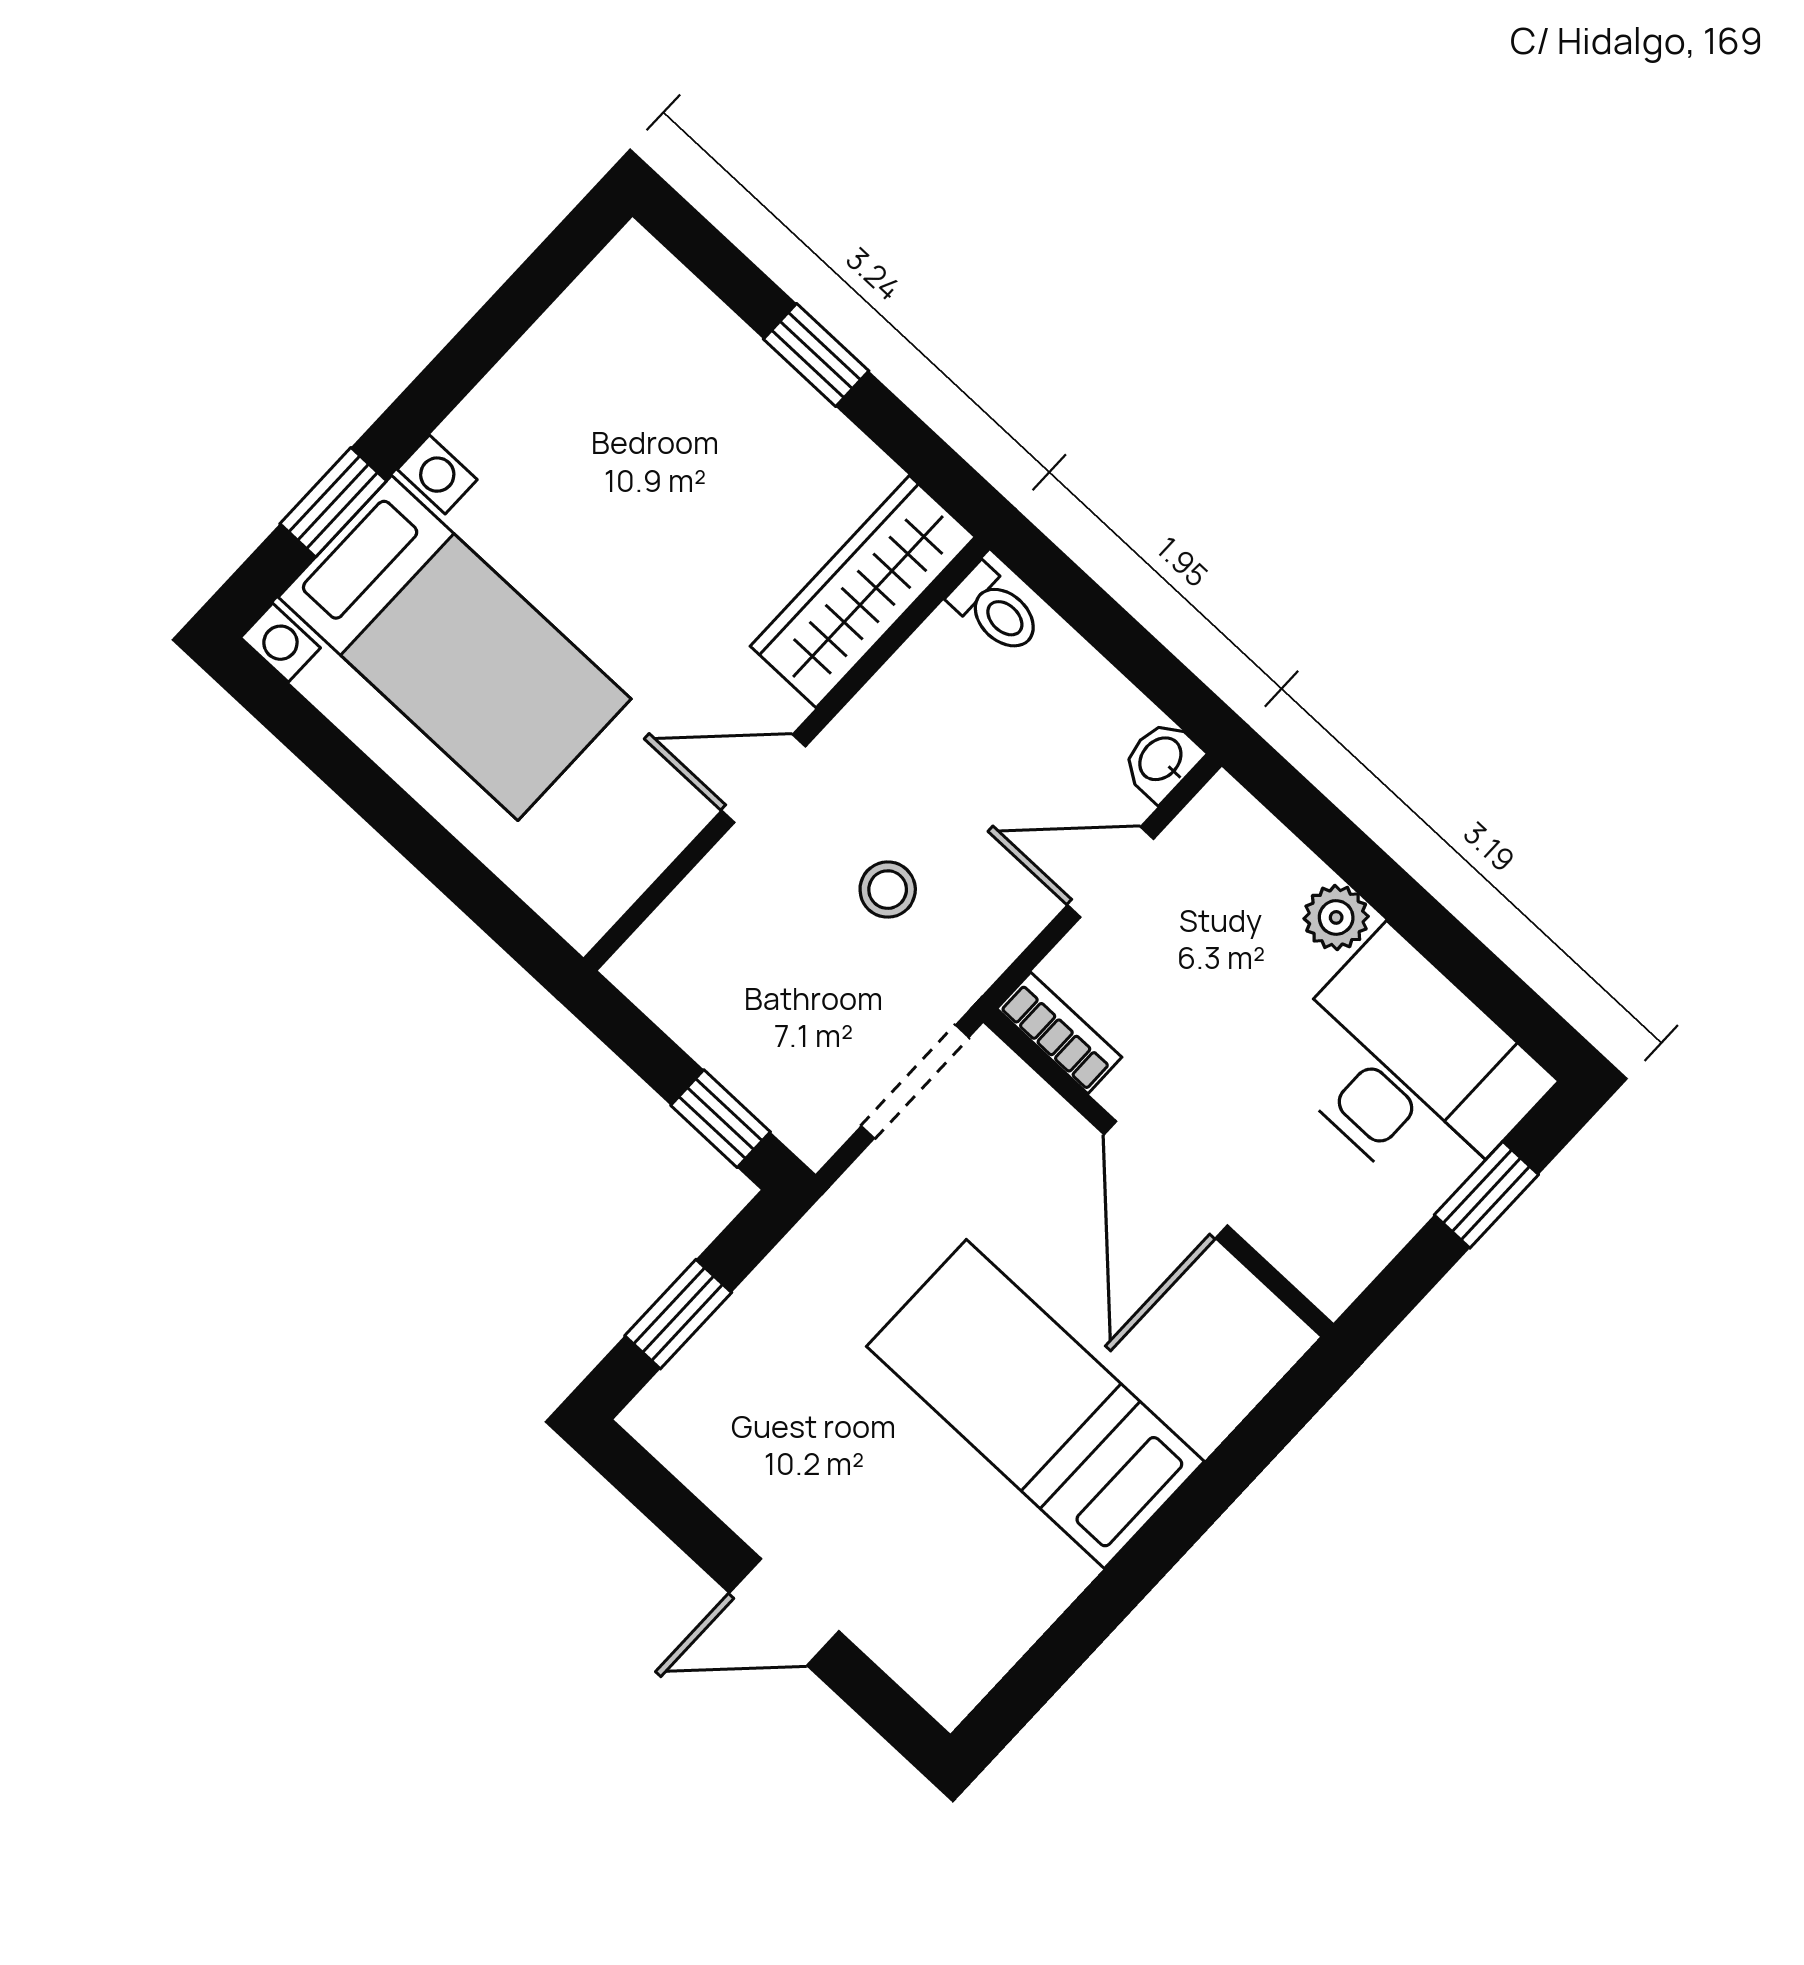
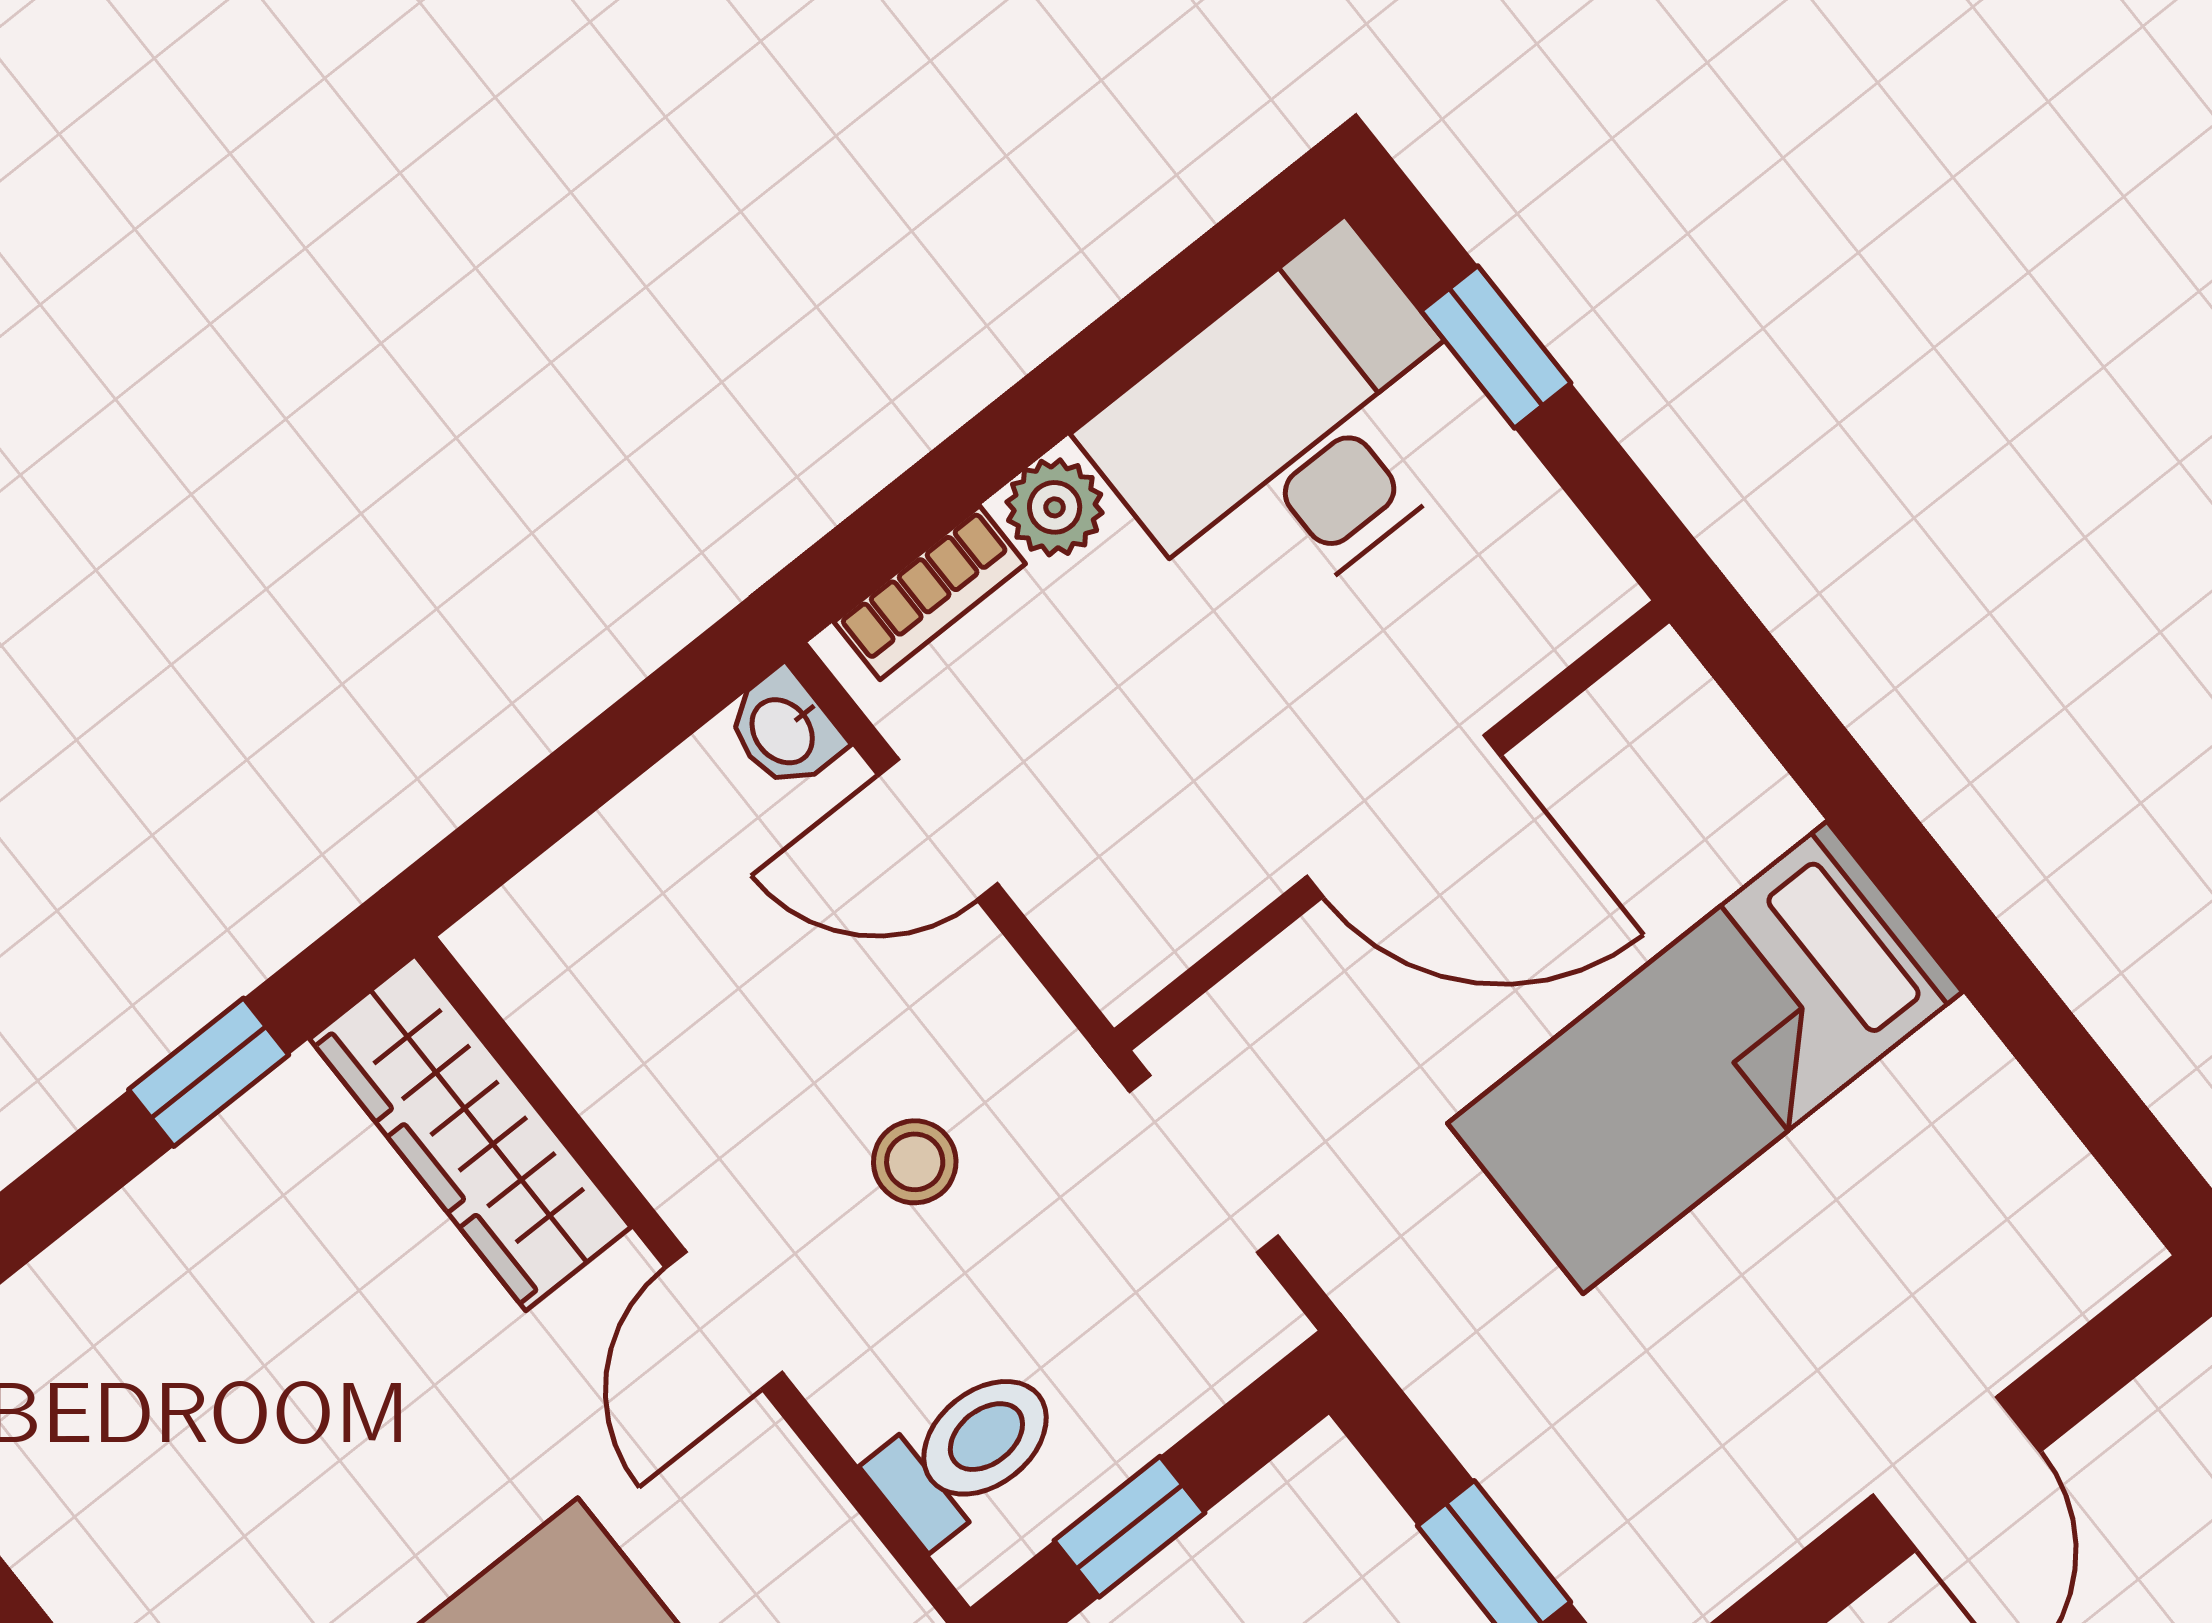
window: (816, 355) -> (209, 1072), moved
toilet: (996, 610) -> (966, 1453), moved, width x1.37, depth x1.39
door: (1111, 872) -> (938, 830), hinge flipped
bookcase: (1059, 1033) -> (930, 593), moved, turned 180
window: (721, 1119) -> (1130, 1527), moved

